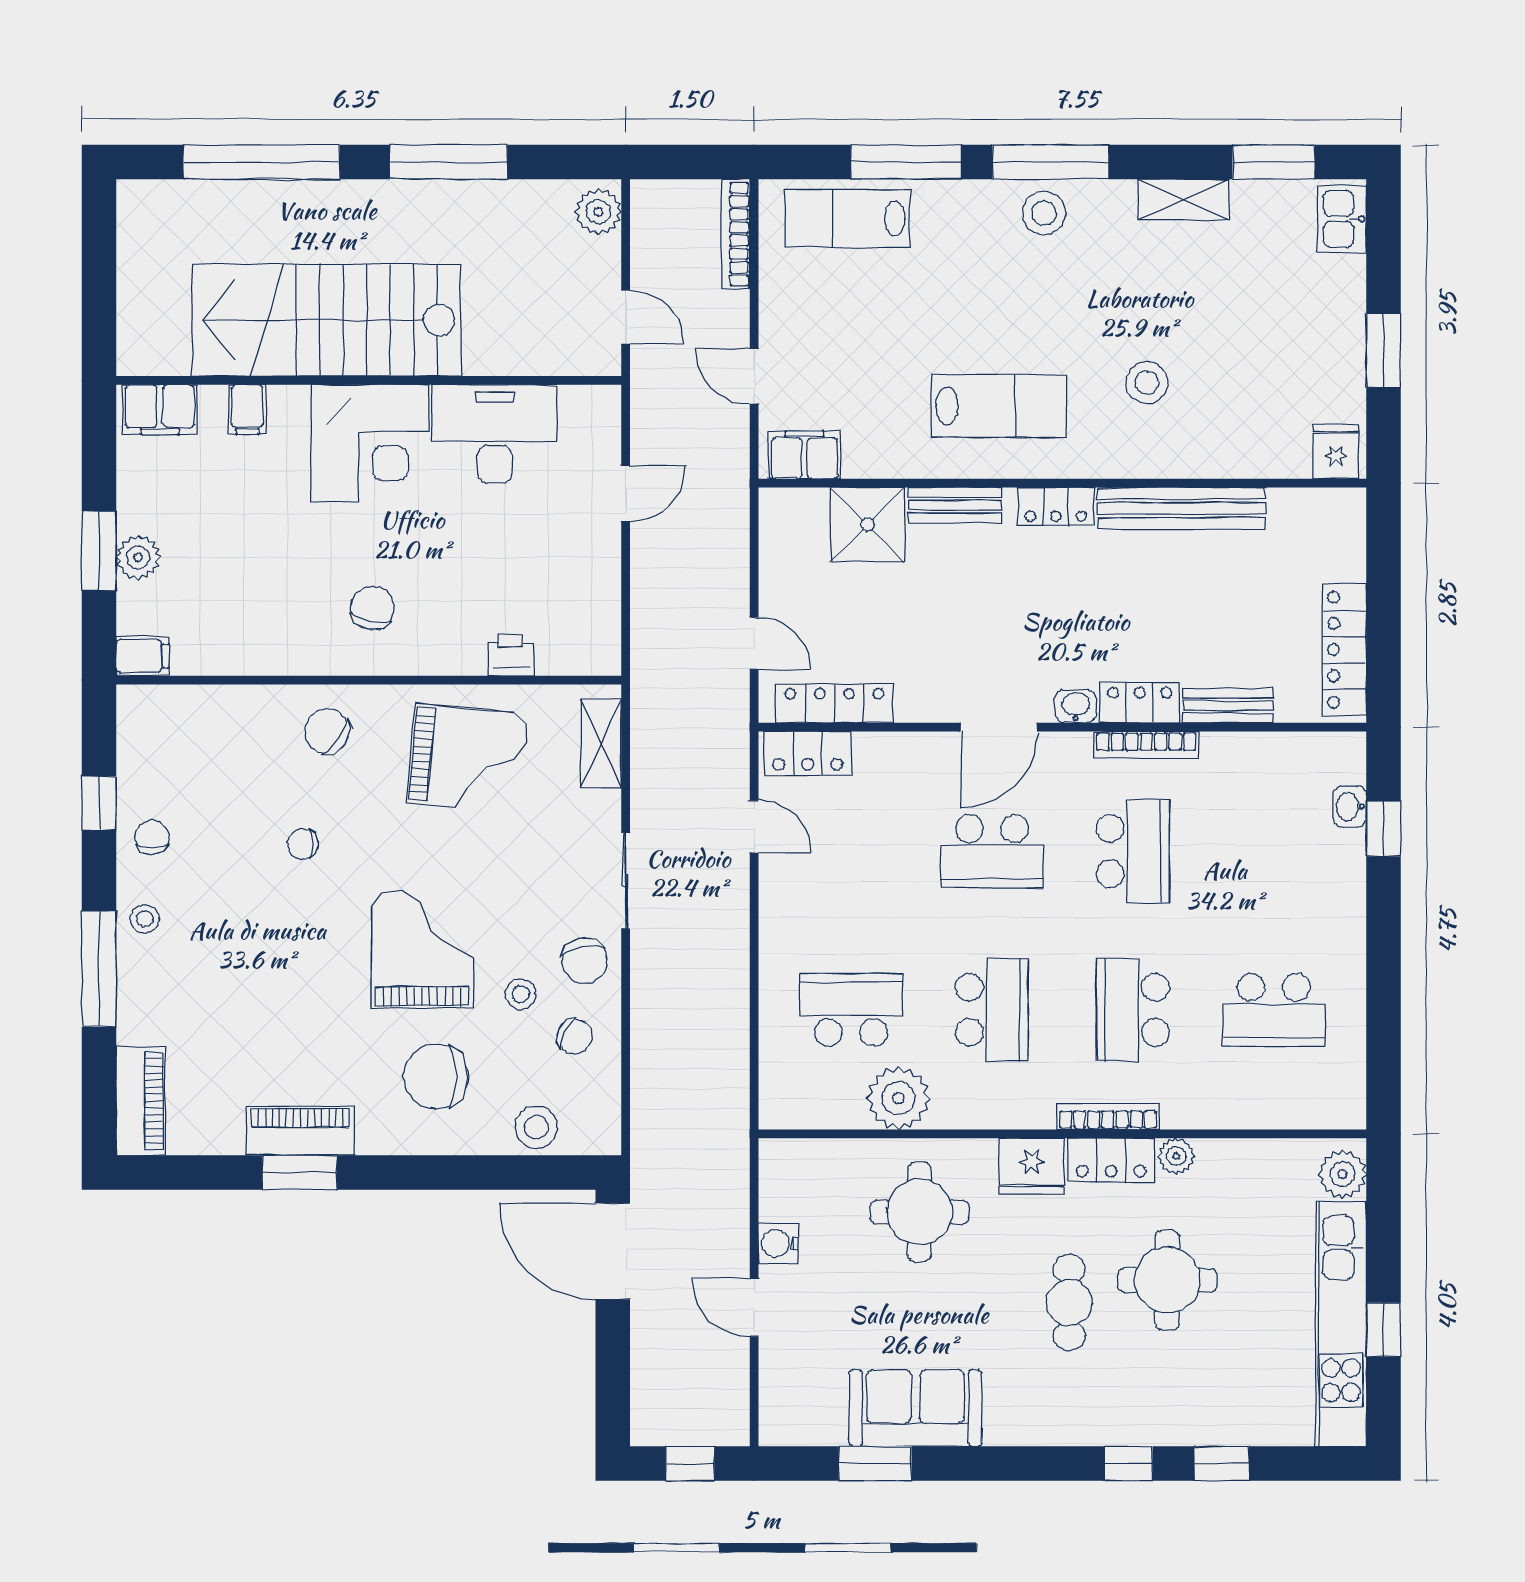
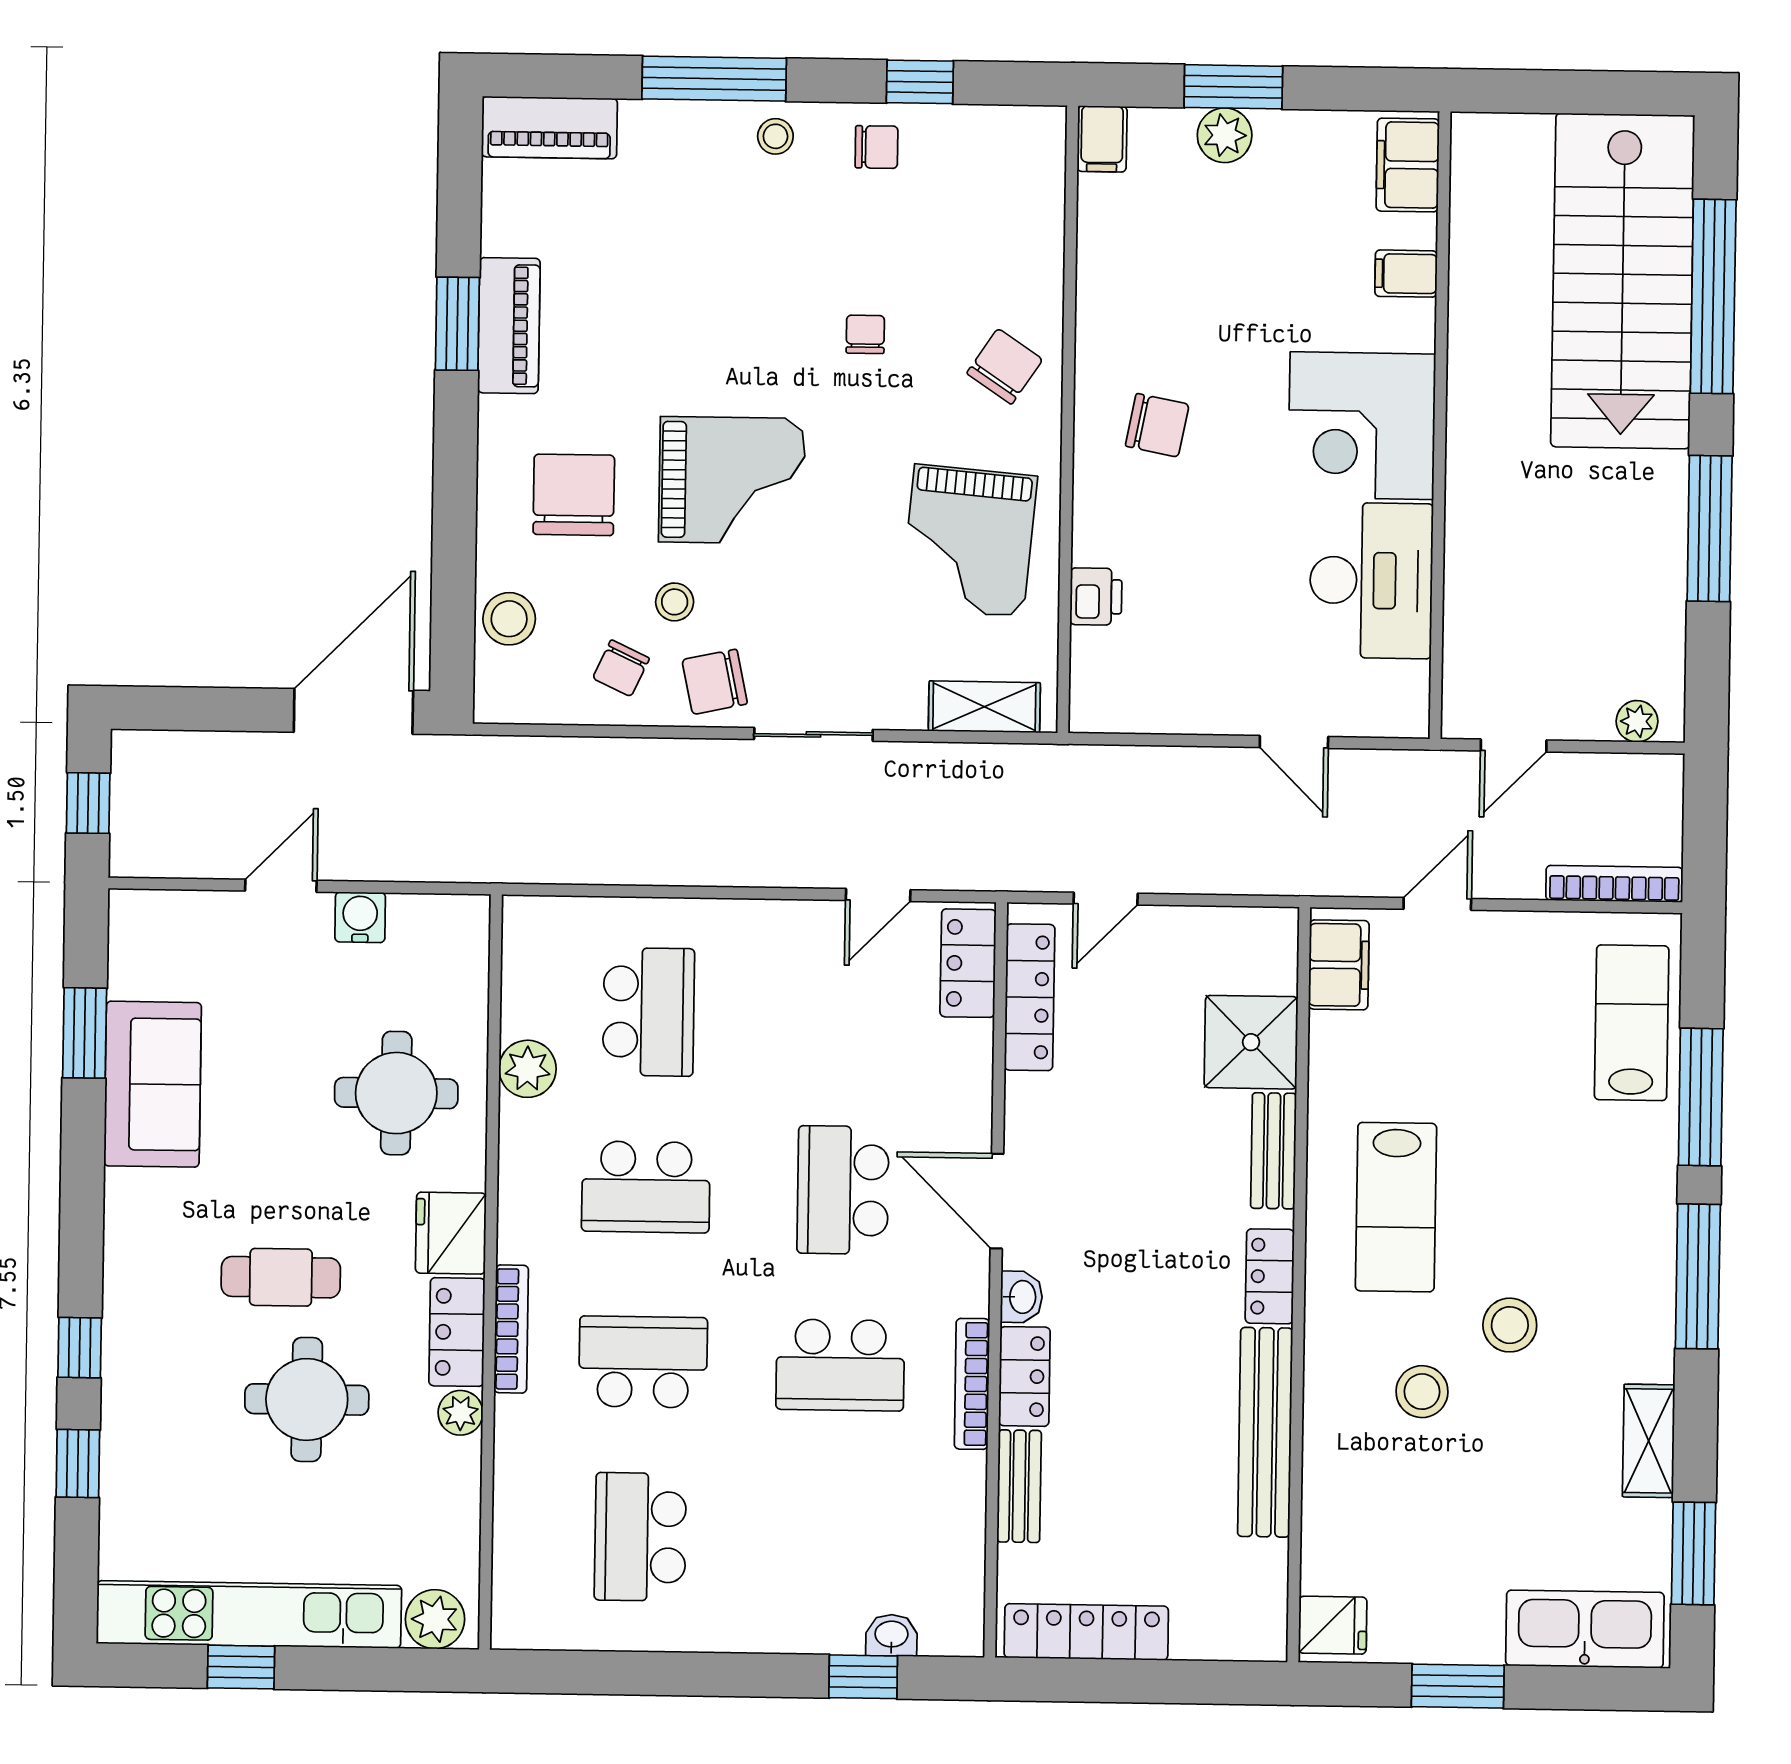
plant: (598, 212) -> (1637, 721), width x0.73, depth x0.73
stool: (1044, 213) -> (1510, 1325), moved
kitchen sink: (1342, 219) -> (1585, 1629), width x1.87, depth x1.24
stairs: (326, 320) -> (1623, 281), moved, turned 180
plant: (898, 1098) -> (528, 1069), width x0.73, depth x0.73

